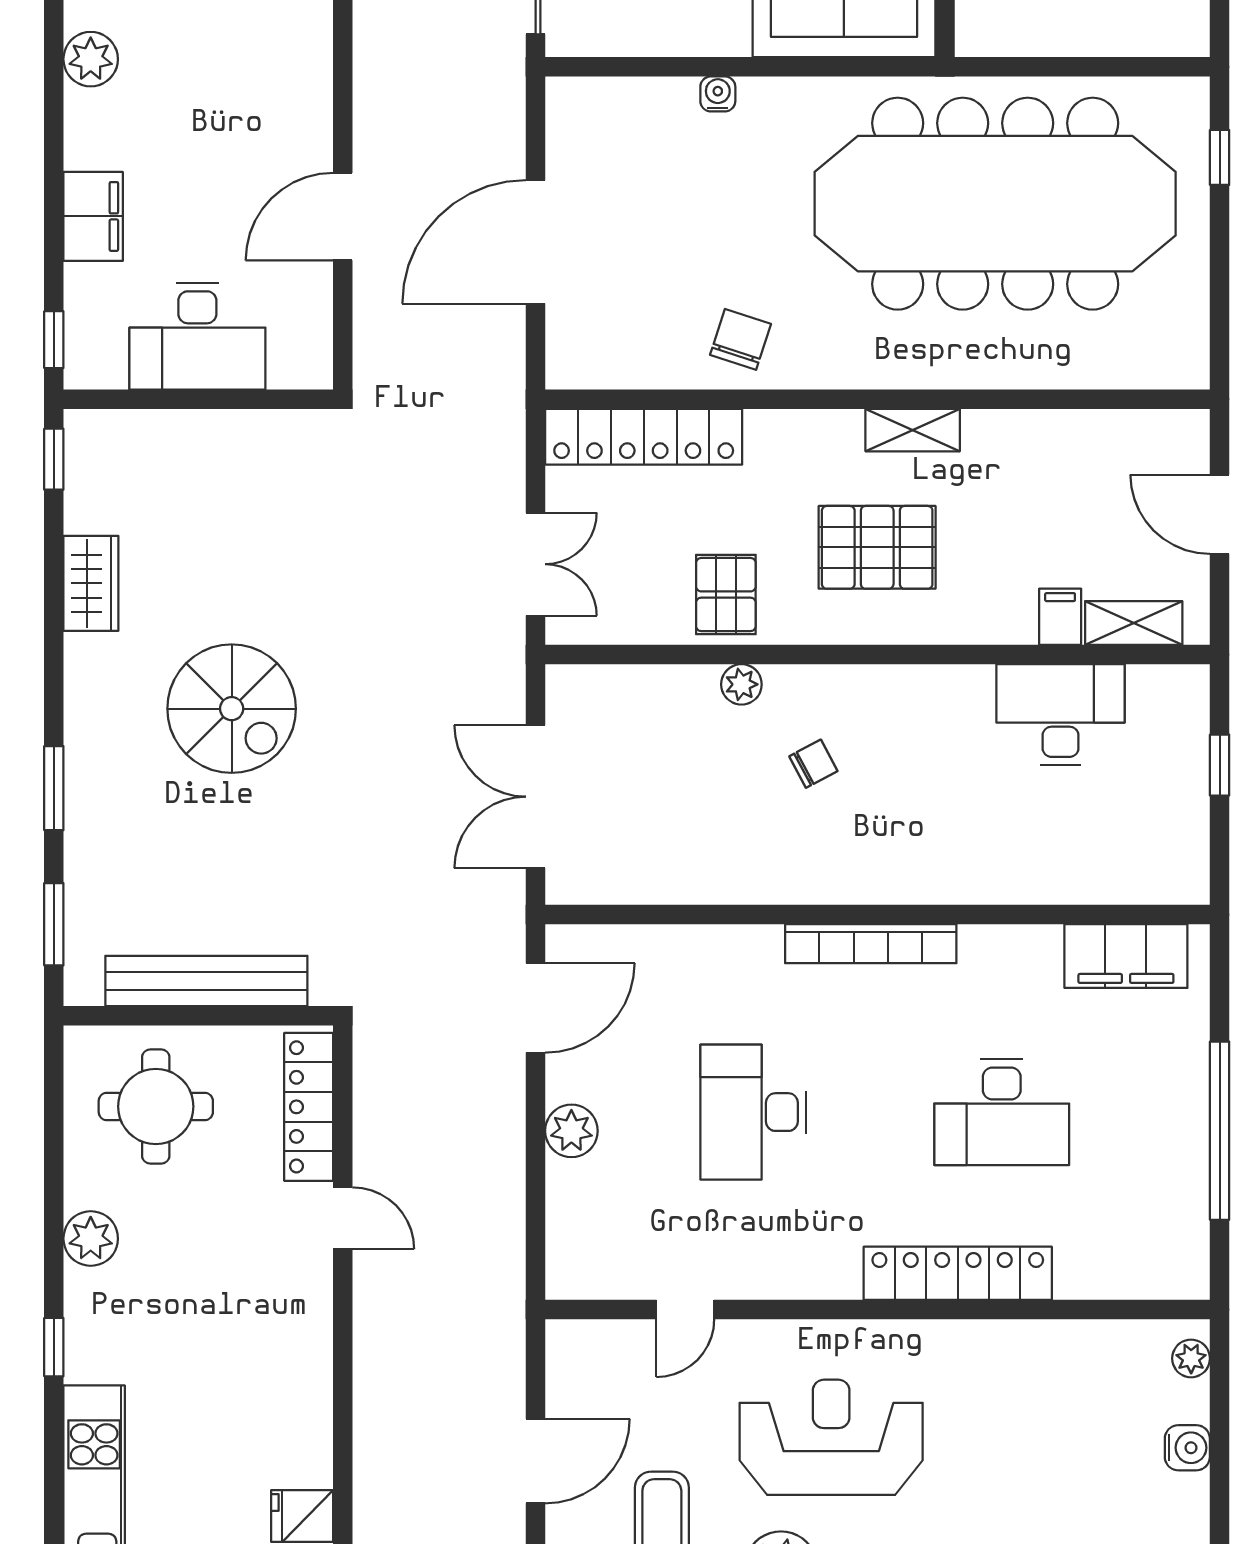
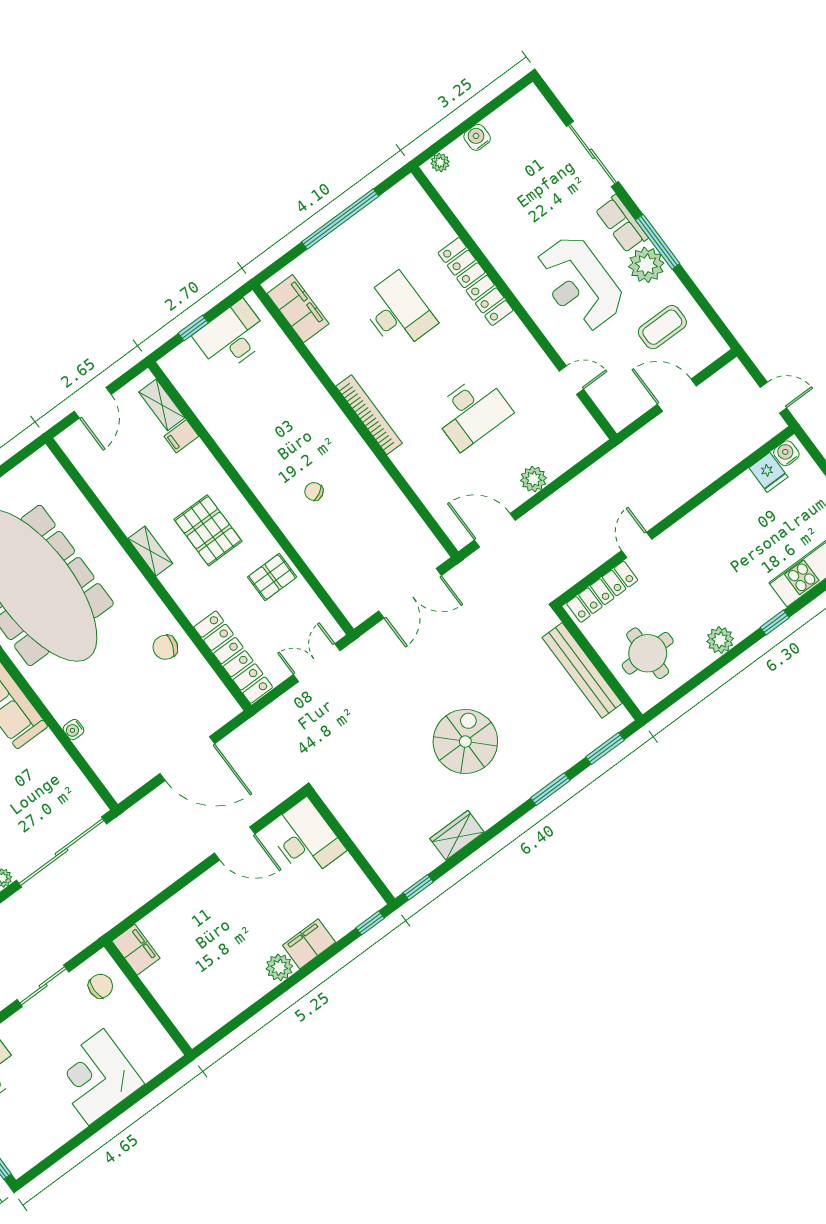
plant: (91, 59) -> (279, 967), moved
desk: (197, 336) -> (306, 839), moved
plant: (741, 684) -> (304, 544), removed
desk: (1061, 715) -> (232, 337), moved, turned 90

